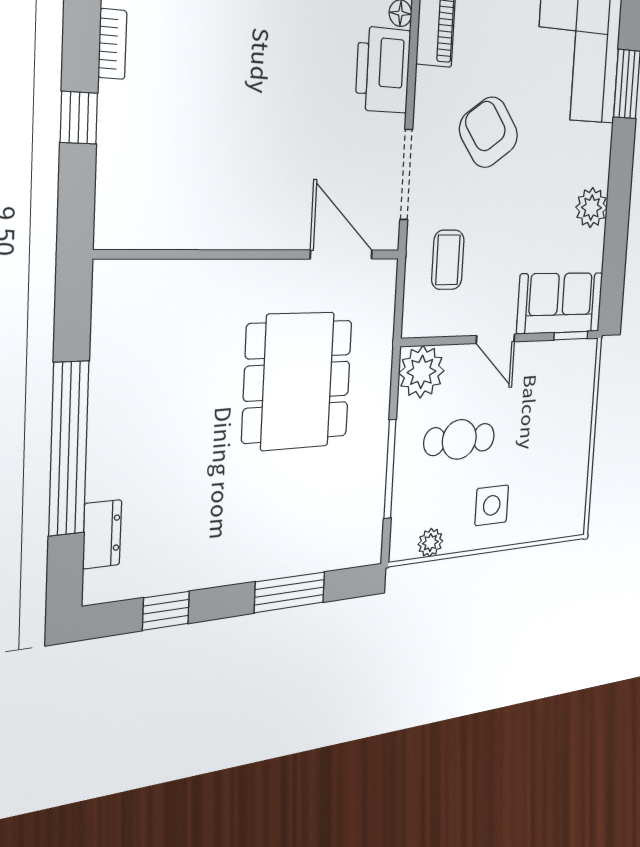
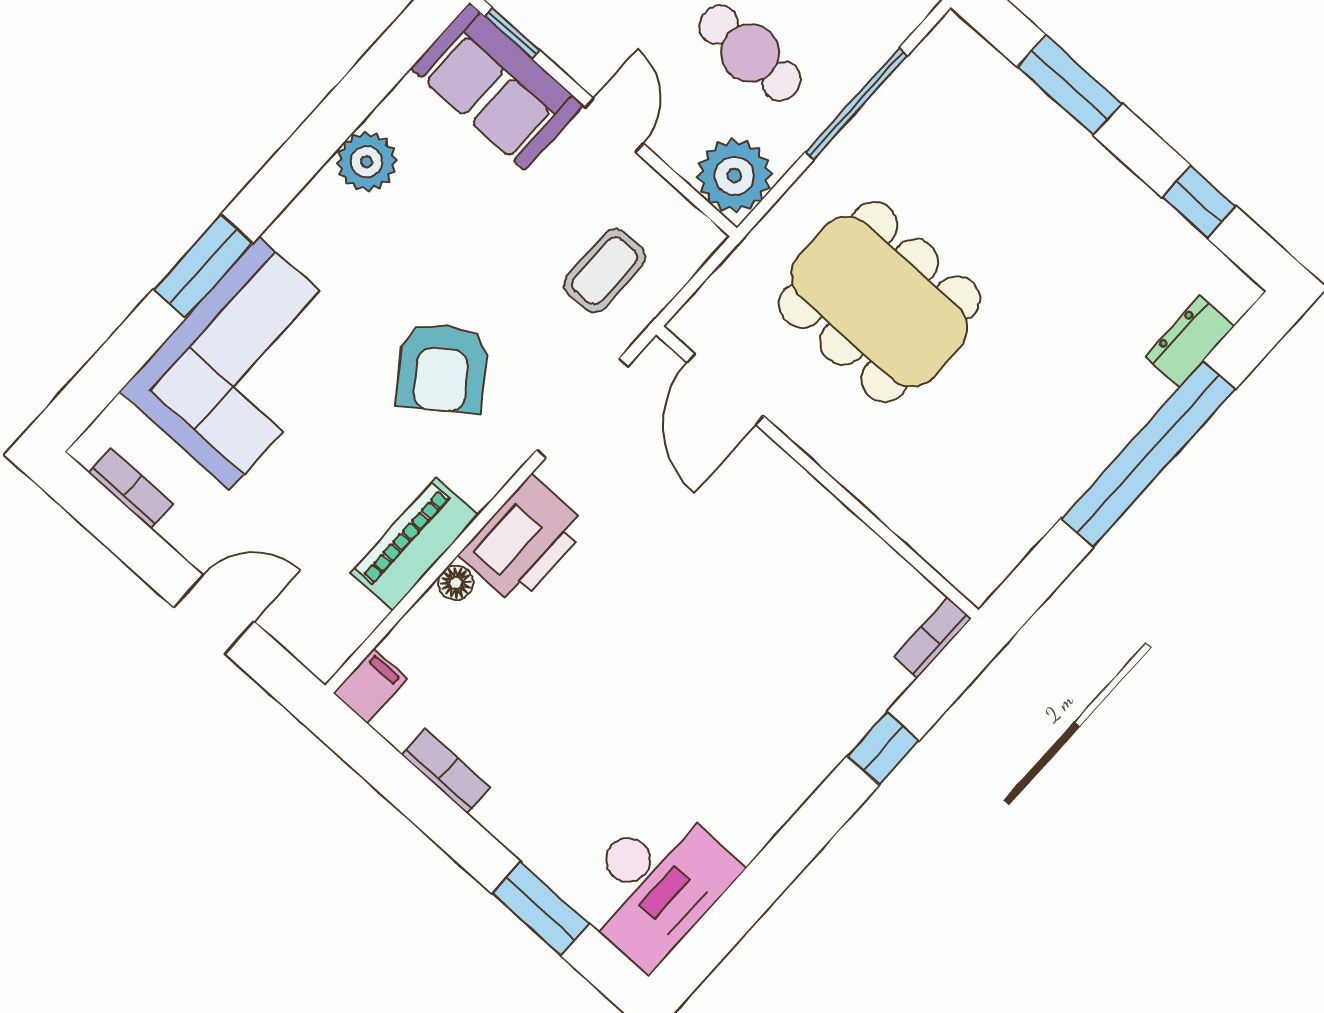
bookcase: (112, 44) -> (933, 637), moved
dining table: (297, 381) -> (879, 302), turned 90

